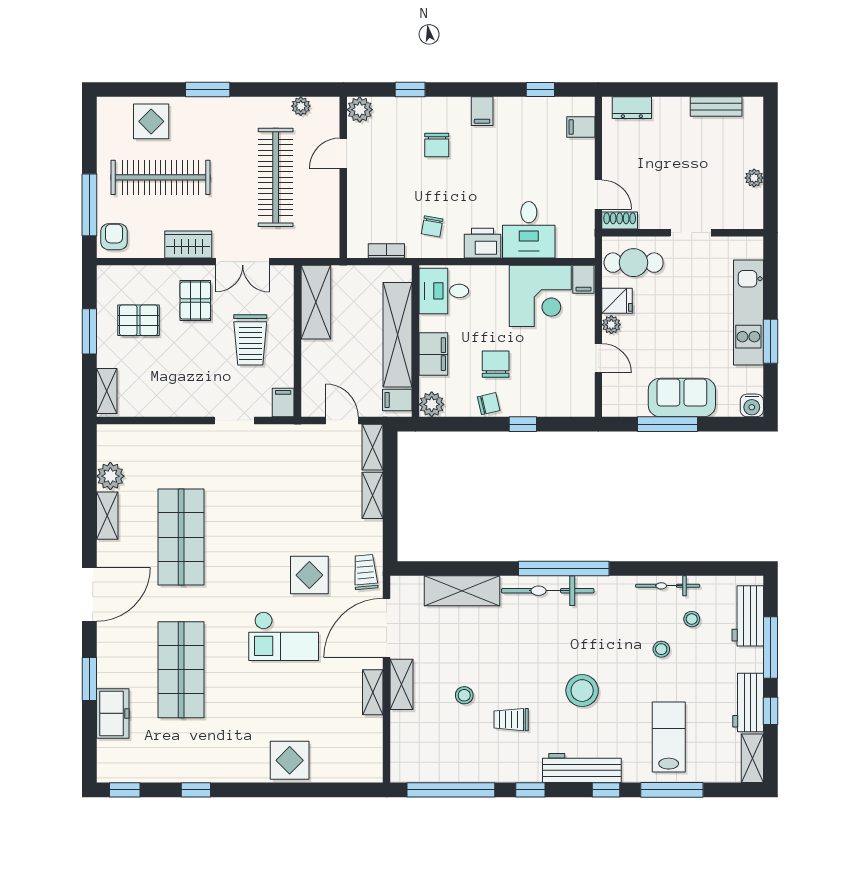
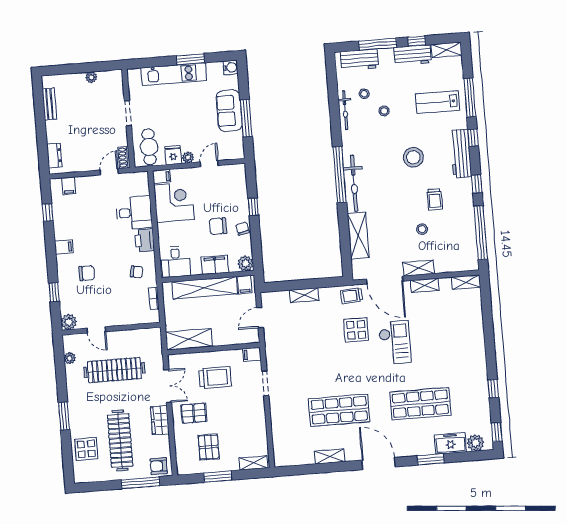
shelving: (373, 447) -> (466, 282), moved
plant: (110, 476) -> (476, 443), moved
display table: (290, 760) -> (470, 333), removed

